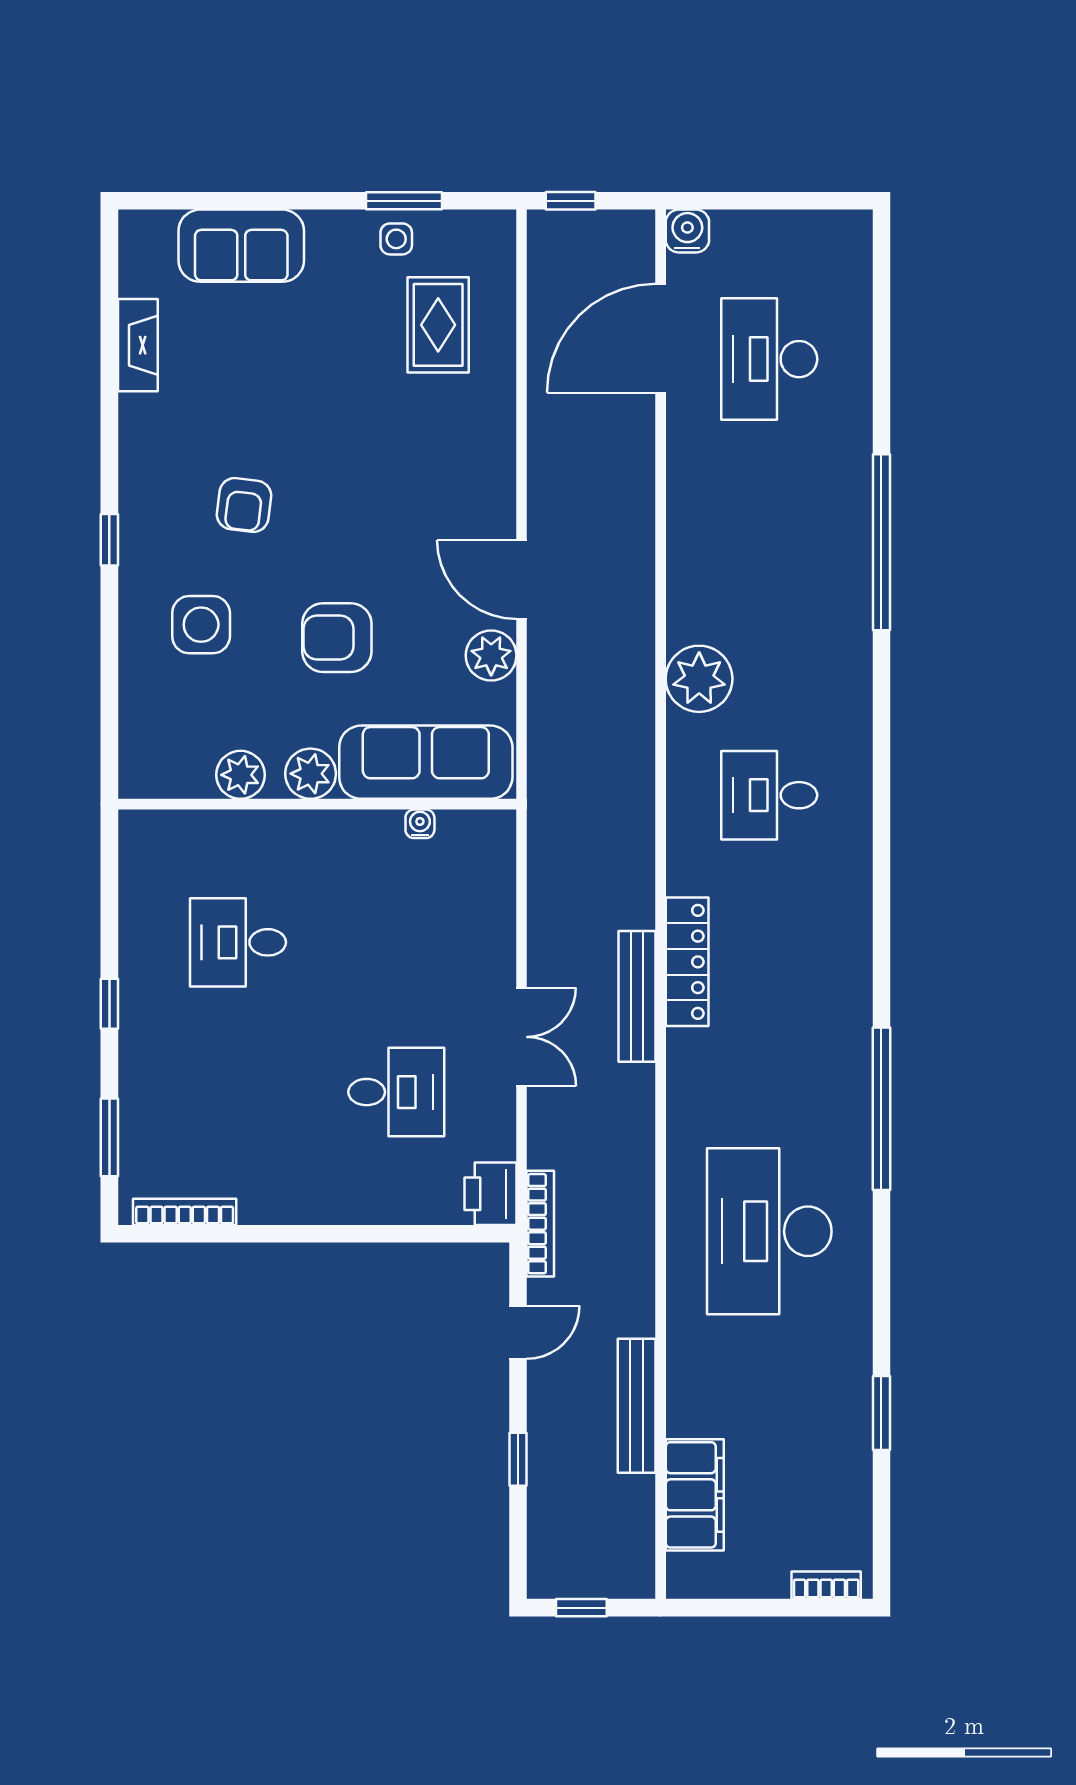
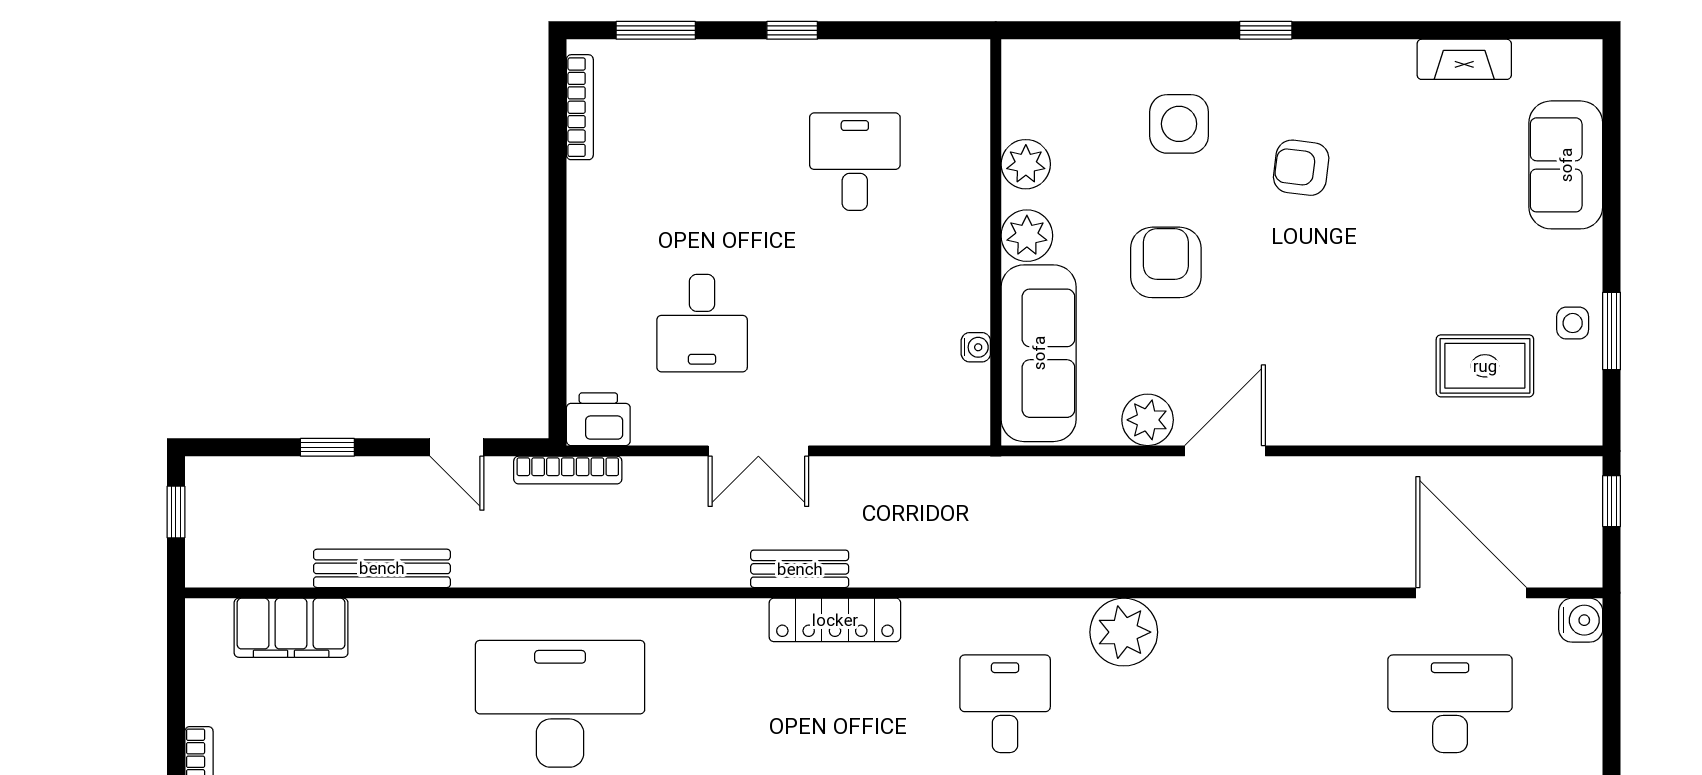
bench: (637, 996) -> (800, 569), width x0.73

